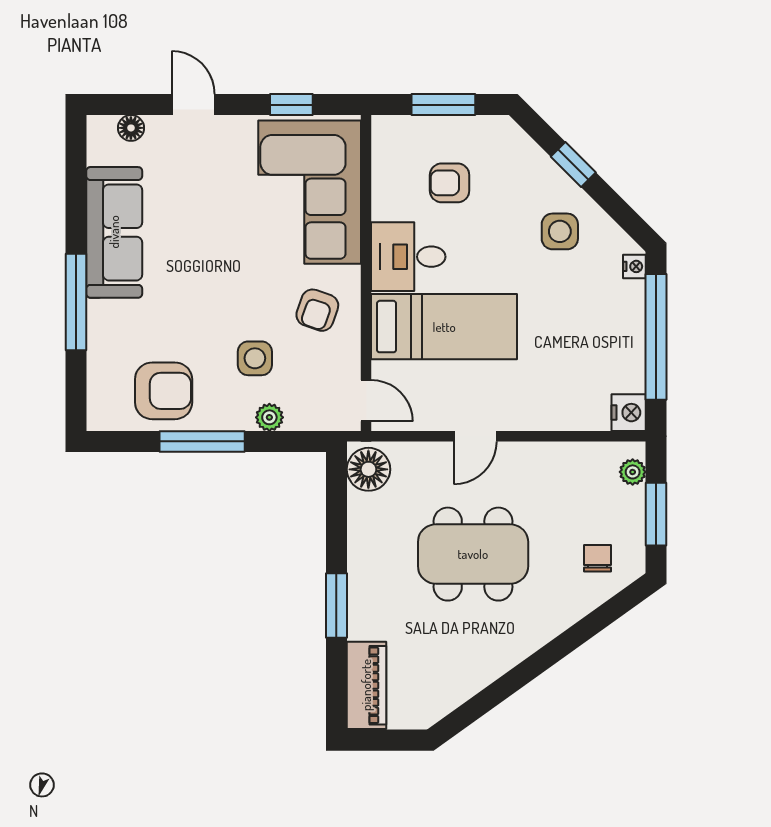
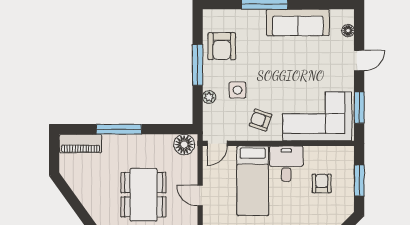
window: (291, 105) -> (359, 108), width x1.50
window: (336, 605) -> (119, 129), width x1.44

